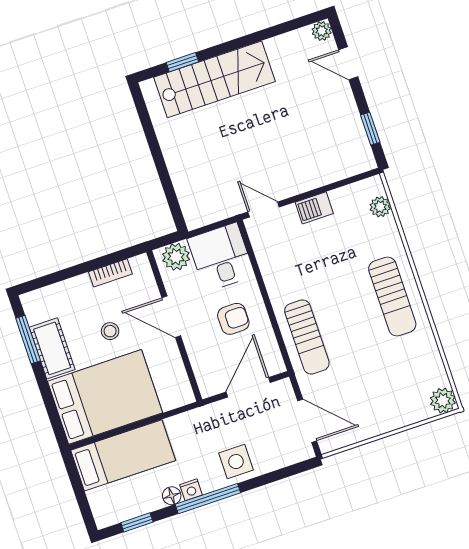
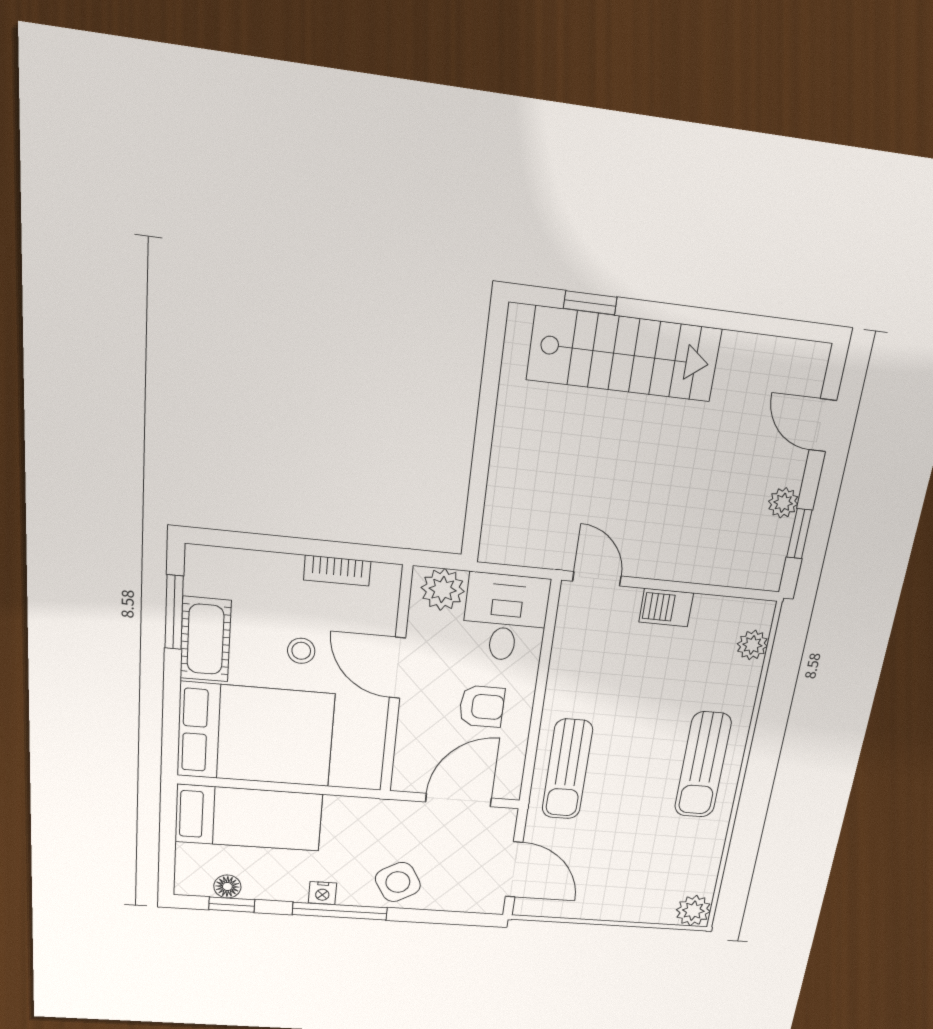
plant: (322, 31) -> (783, 503), moved
side table: (236, 462) -> (398, 882), turned -30
floor lamp: (172, 496) -> (227, 886), moved

